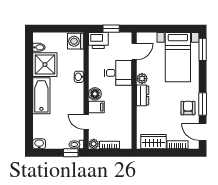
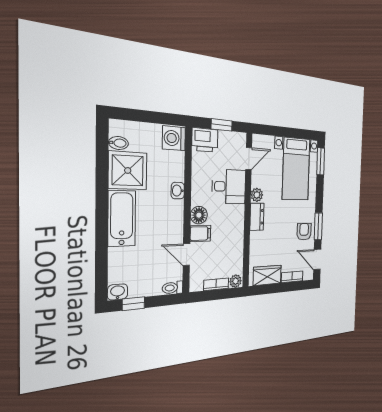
plant: (94, 144) -> (236, 281), moved
window: (71, 153) -> (133, 304), moved

